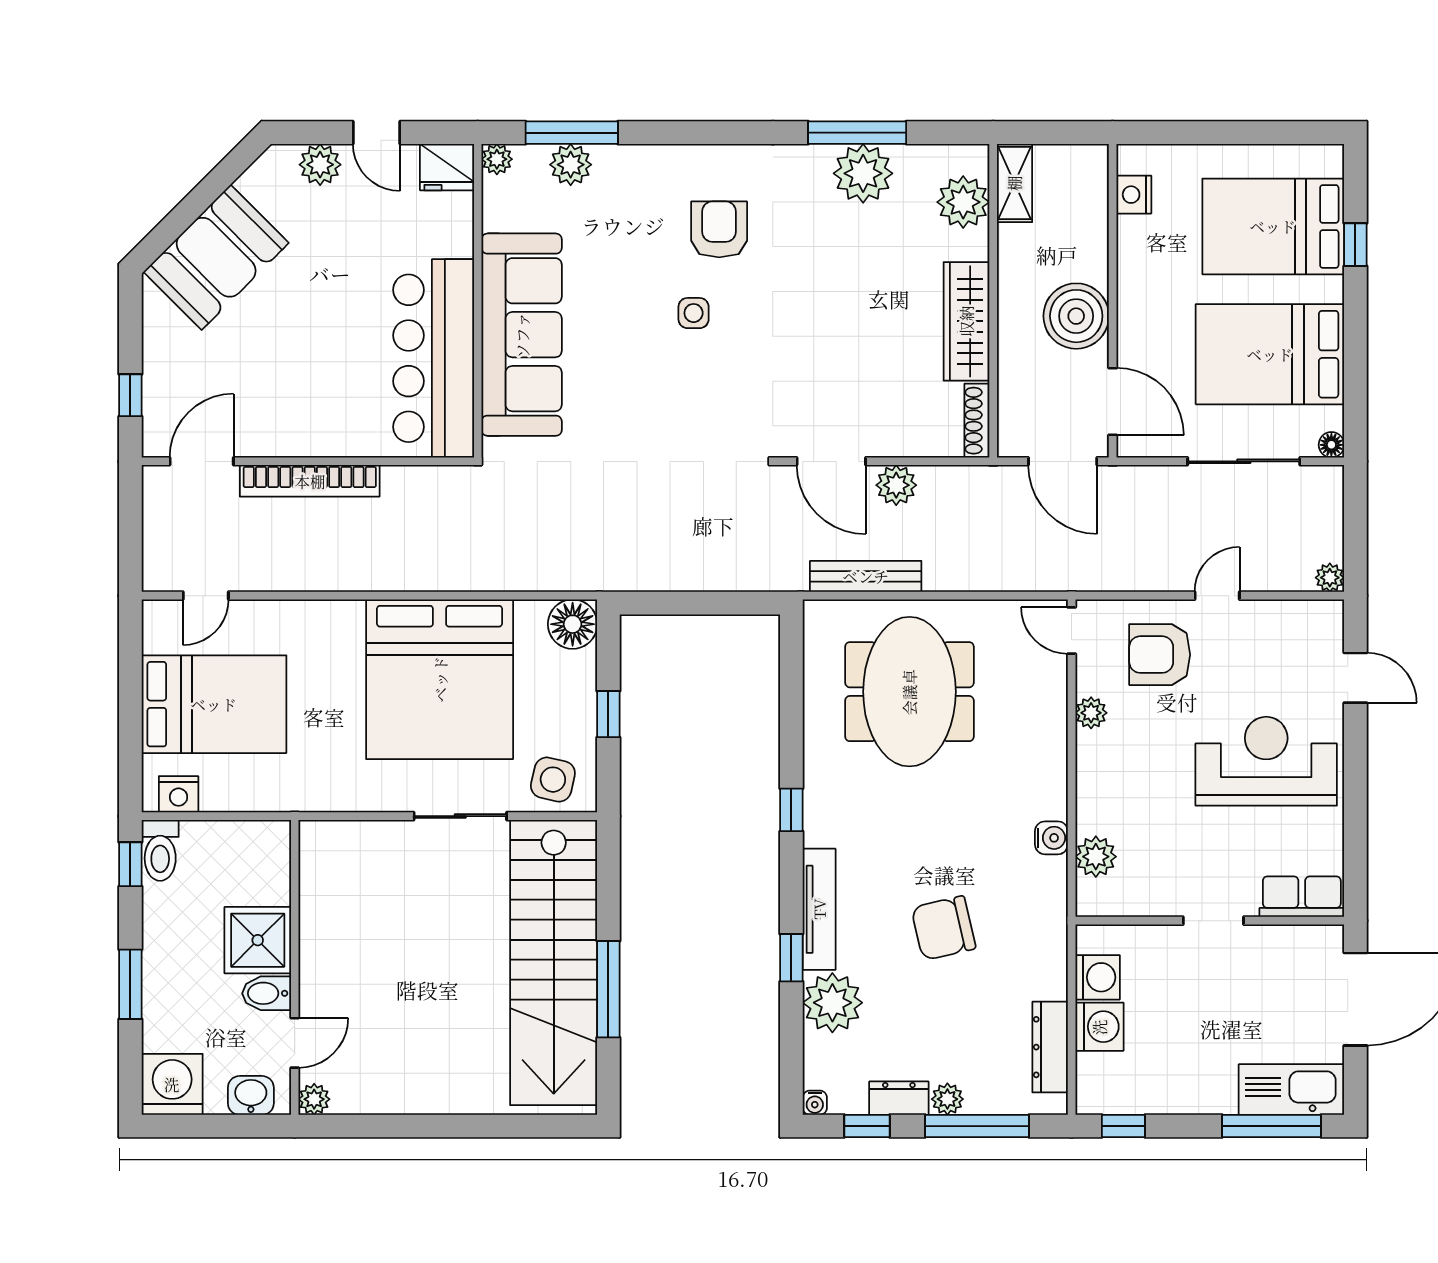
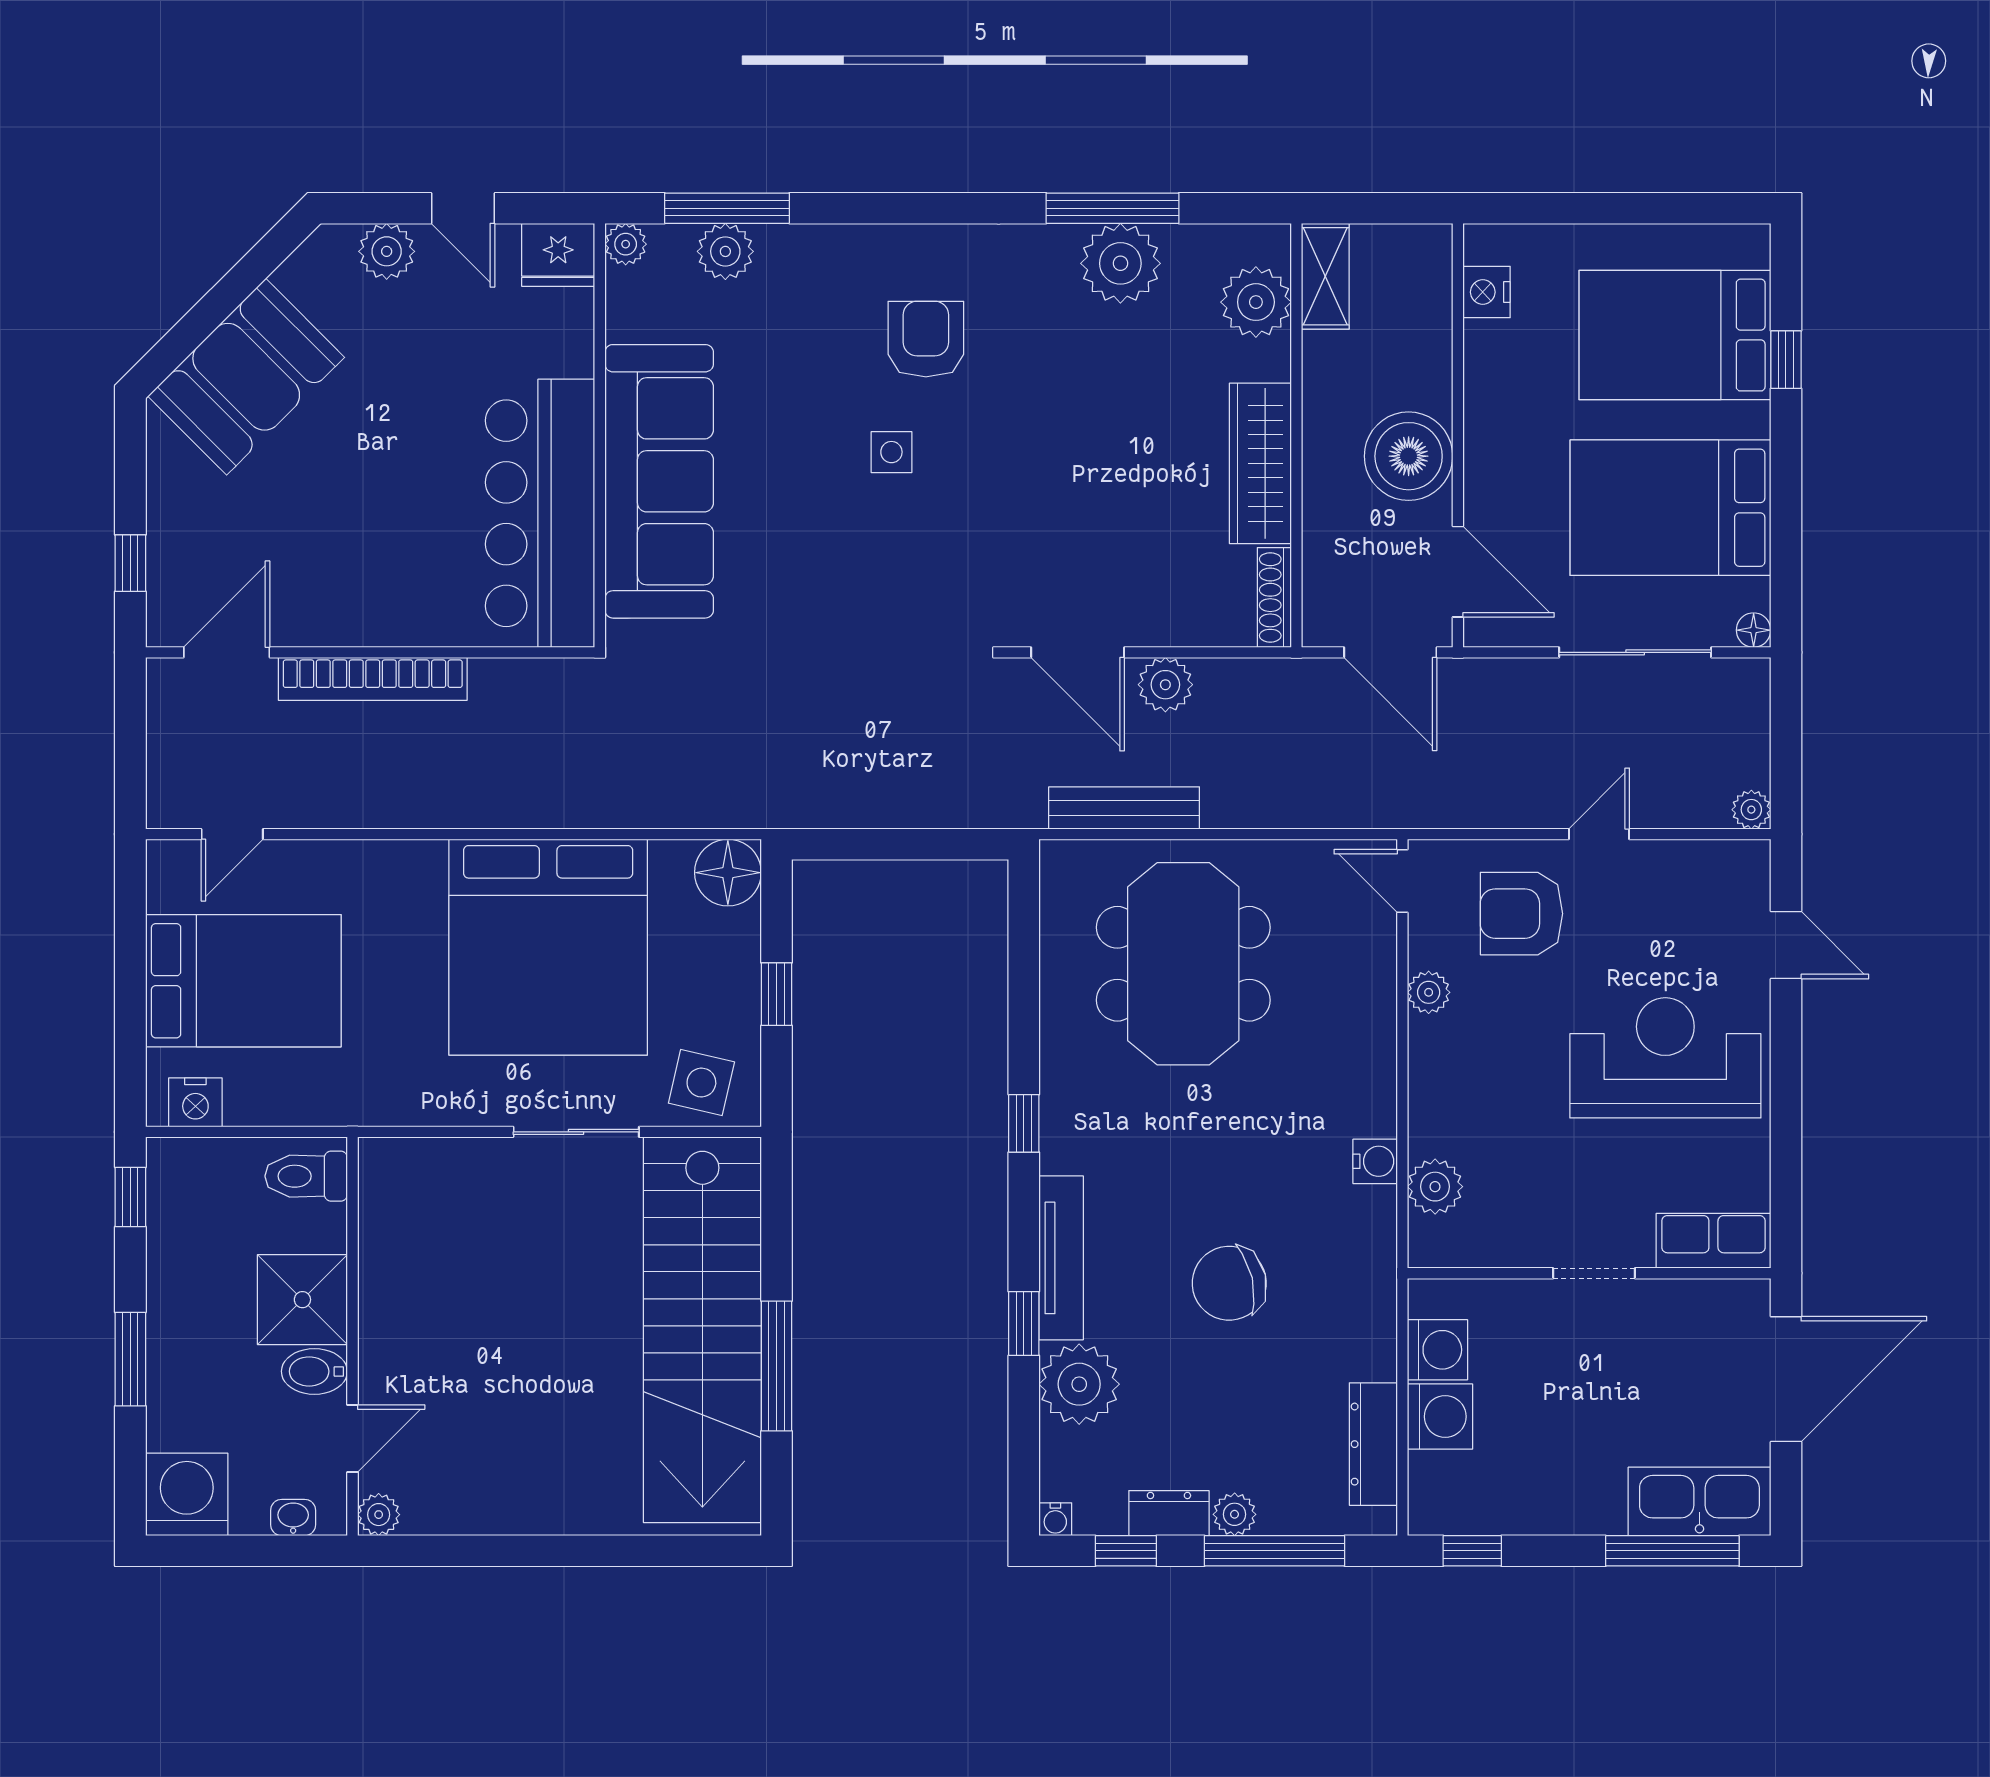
toilet: (160, 850) -> (306, 1176), moved, turned 90
washbasin: (251, 1095) -> (293, 1518), width x0.72, depth x0.69

